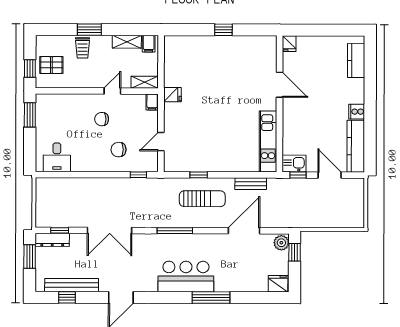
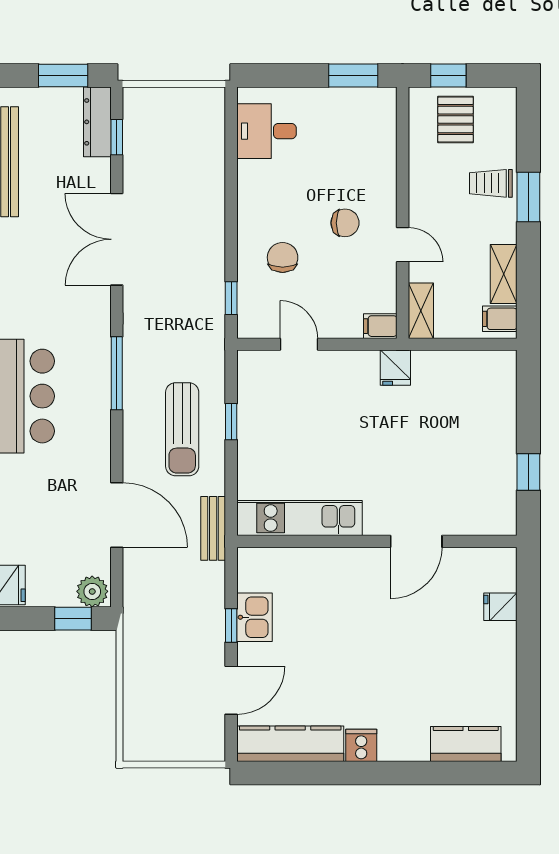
door: (280, 85) -> (416, 541), moved
wall: (279, 104) -> (377, 541), moved
chair: (102, 119) -> (345, 223), turned 90
kitchen unit: (268, 142) -> (299, 518), moved

